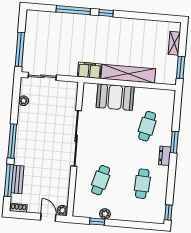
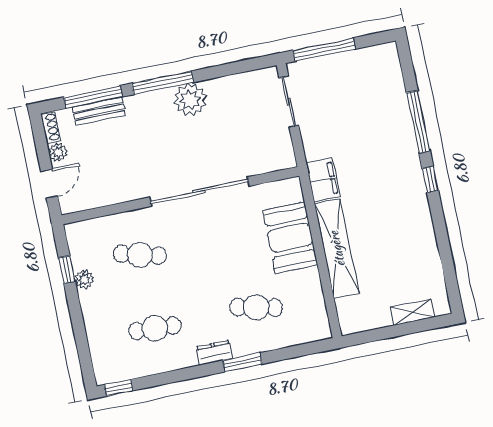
window: (181, 67) -> (374, 335), removed
plant: (24, 101) -> (190, 100), moved, width x1.88, depth x1.88
plant: (62, 210) -> (58, 152), moved

